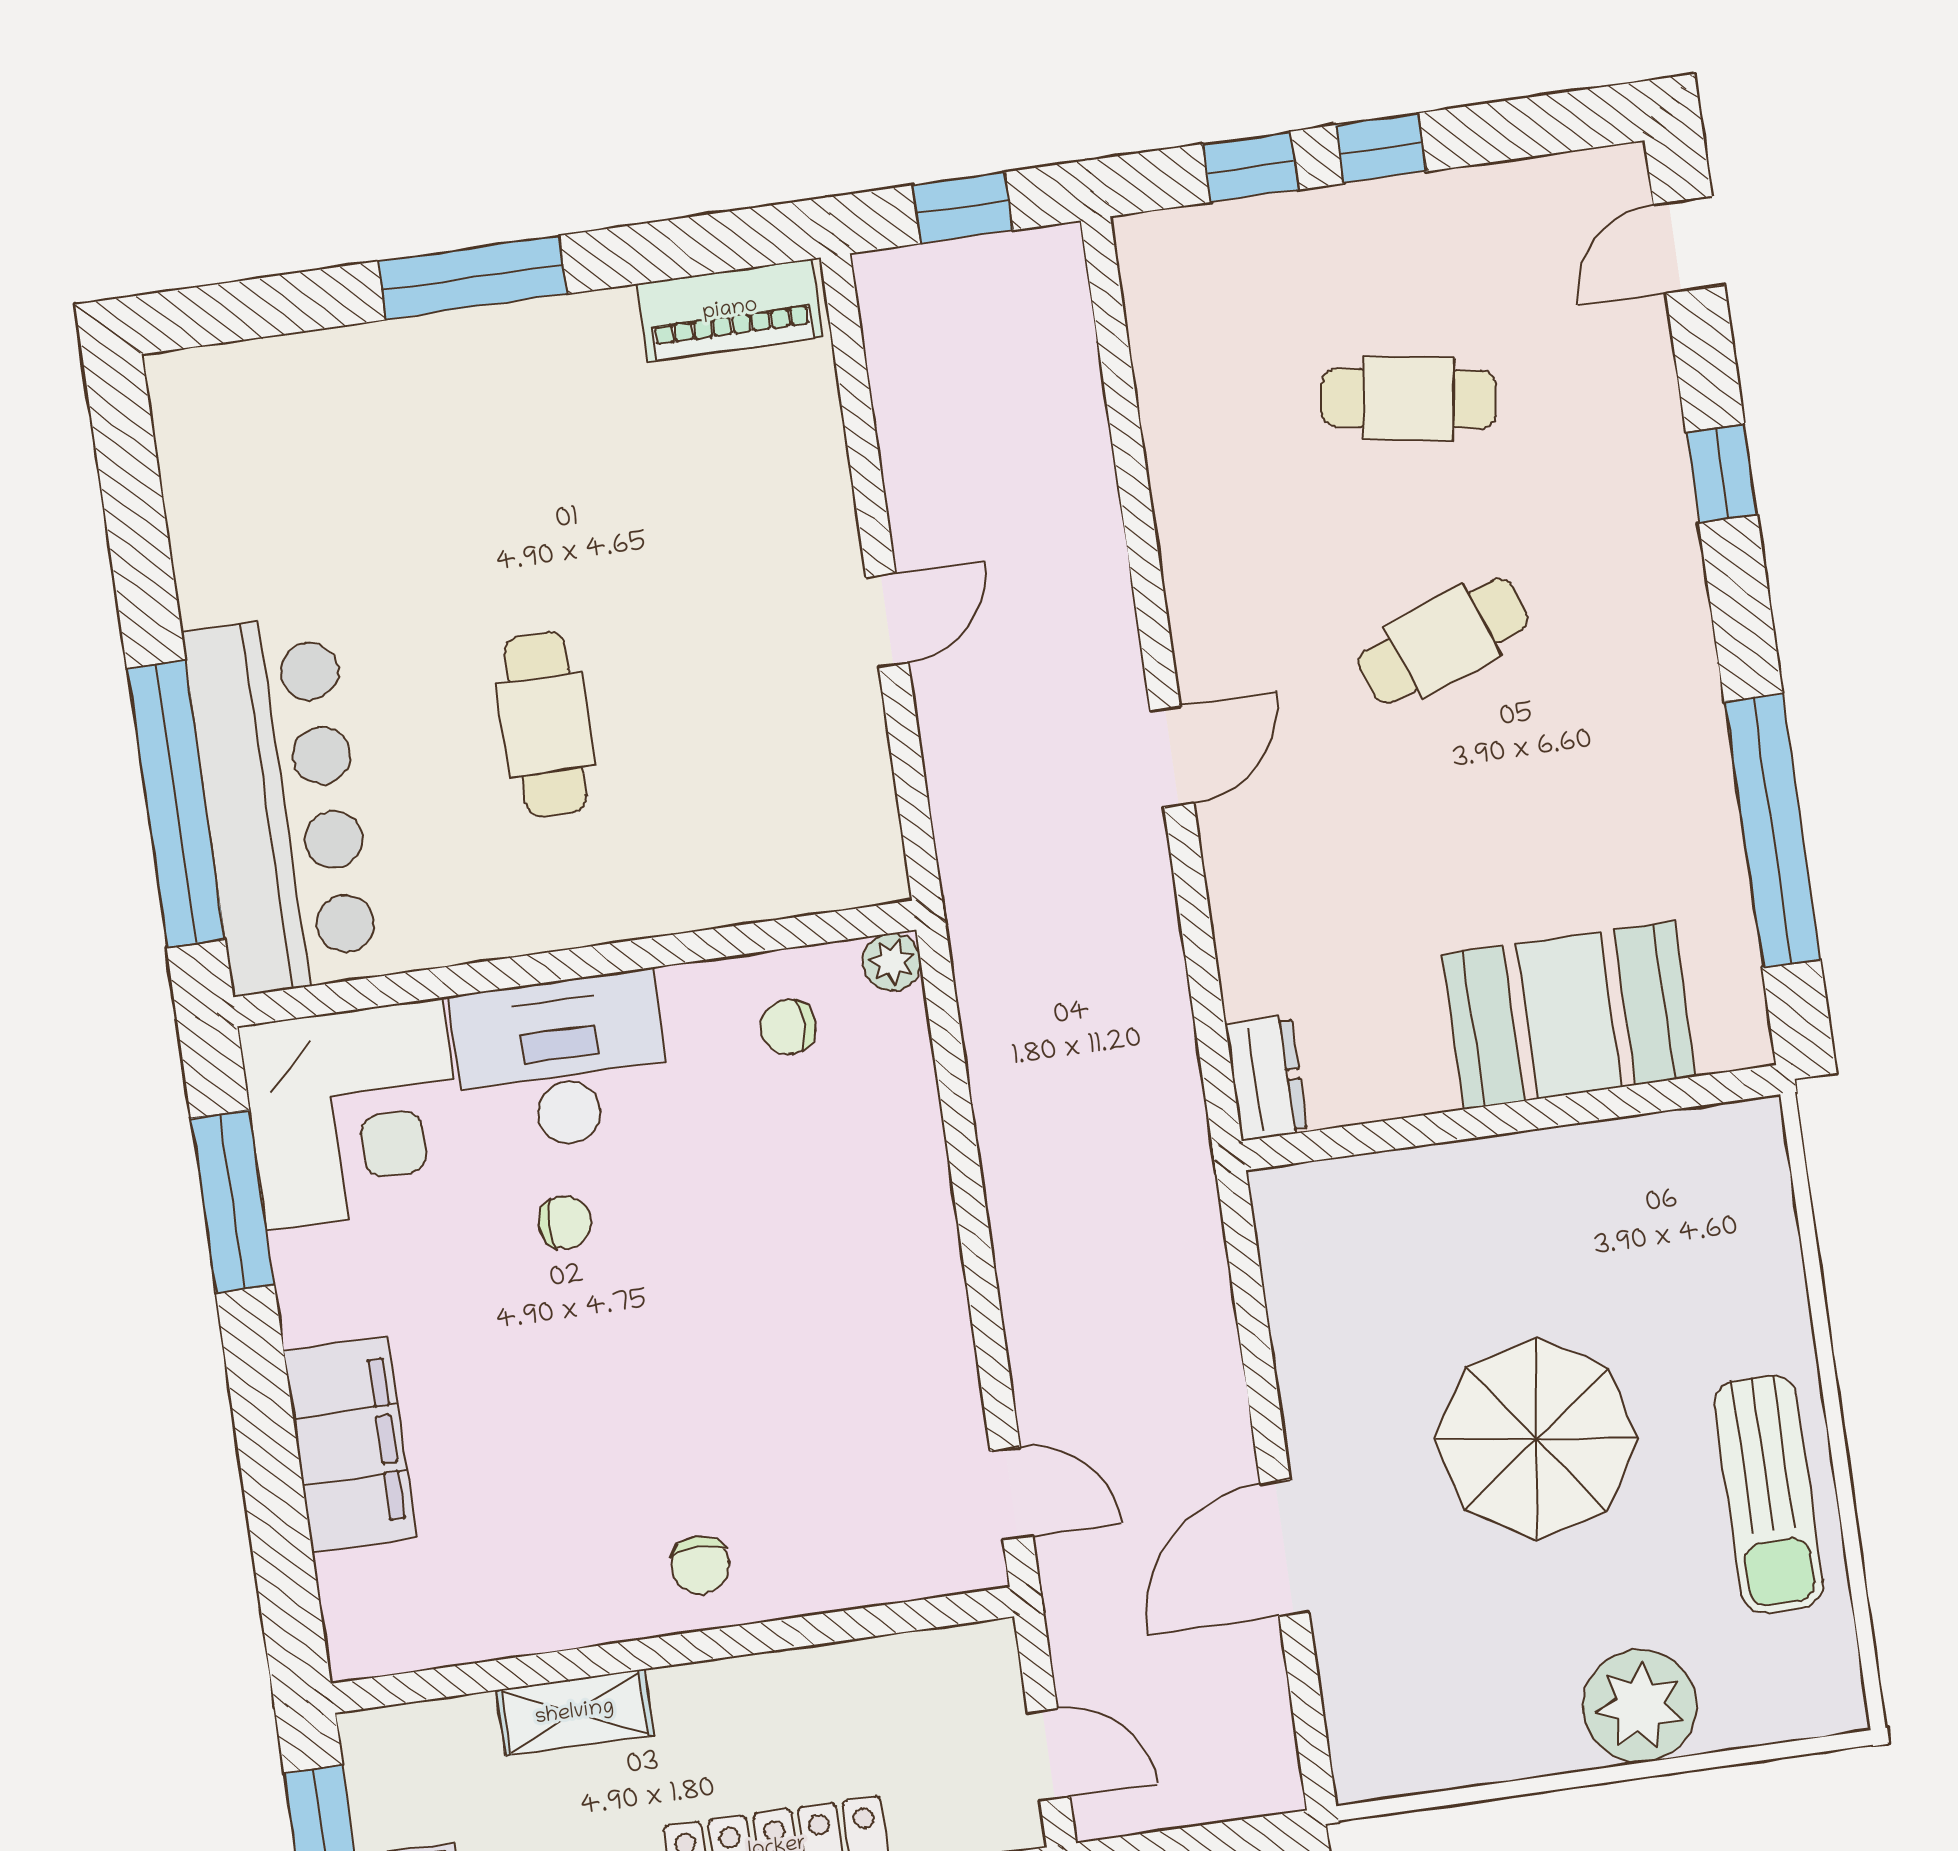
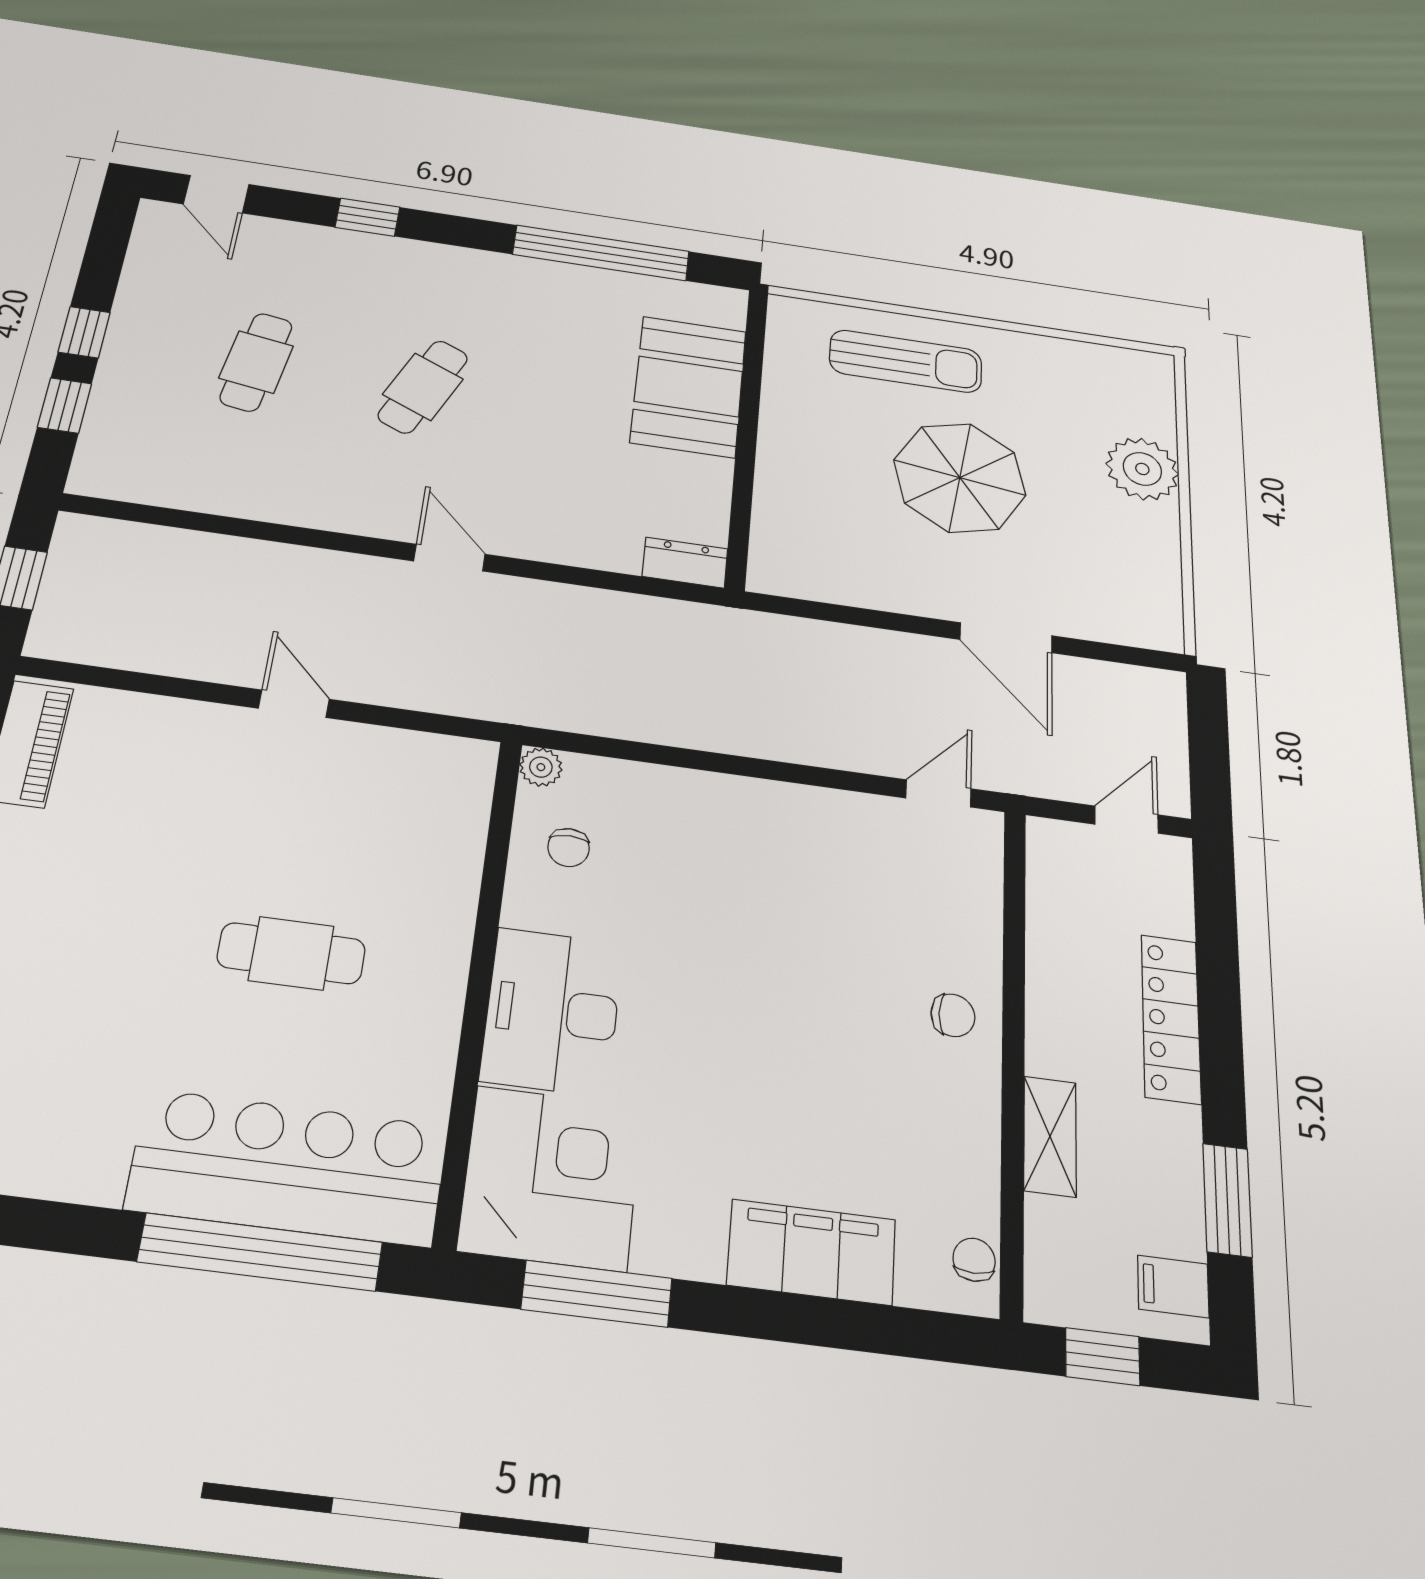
cafe table: (1443, 641) -> (423, 387), turned 45
chair: (565, 1222) -> (974, 1260), moved
sun lounger: (1769, 1494) -> (906, 361), moved

